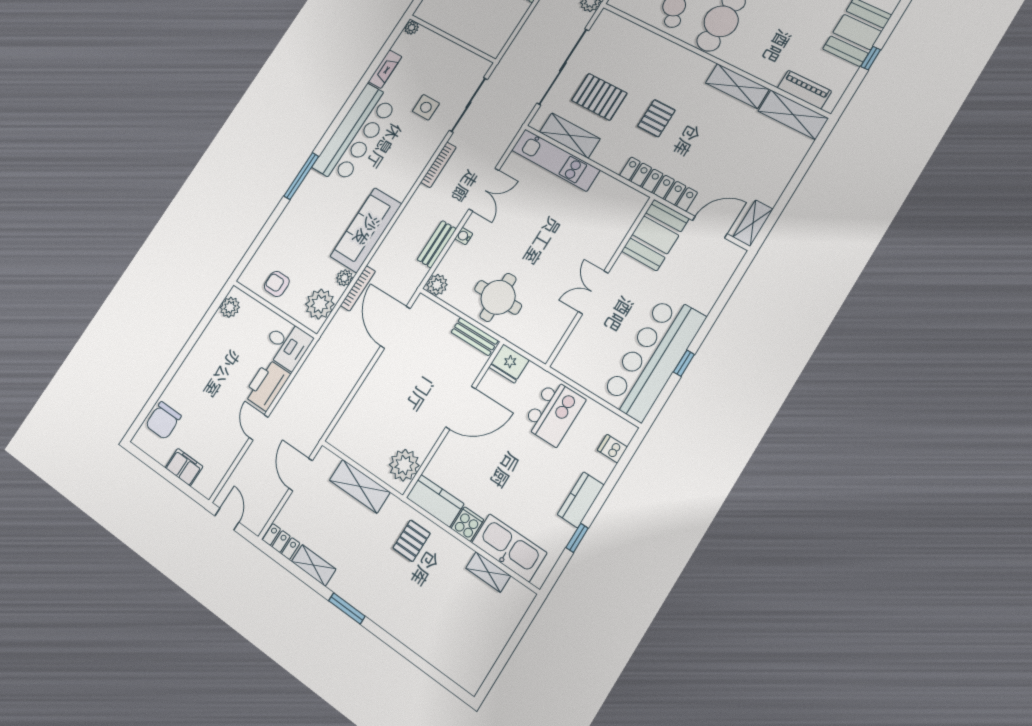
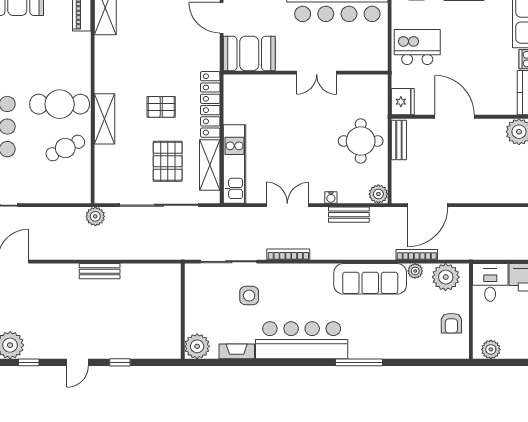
plant: (412, 28) -> (197, 346), width x1.88, depth x1.88
shelving: (737, 86) -> (104, 119), moved
locker: (658, 184) -> (210, 104), moved

